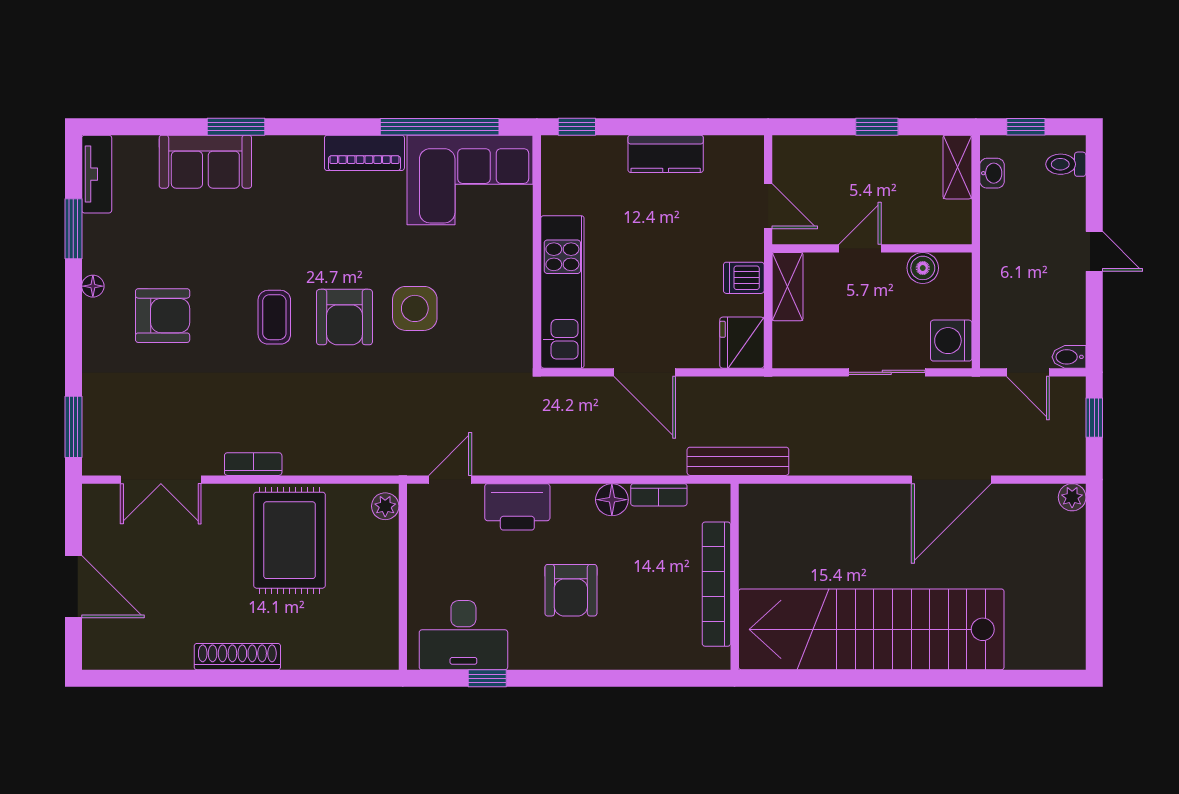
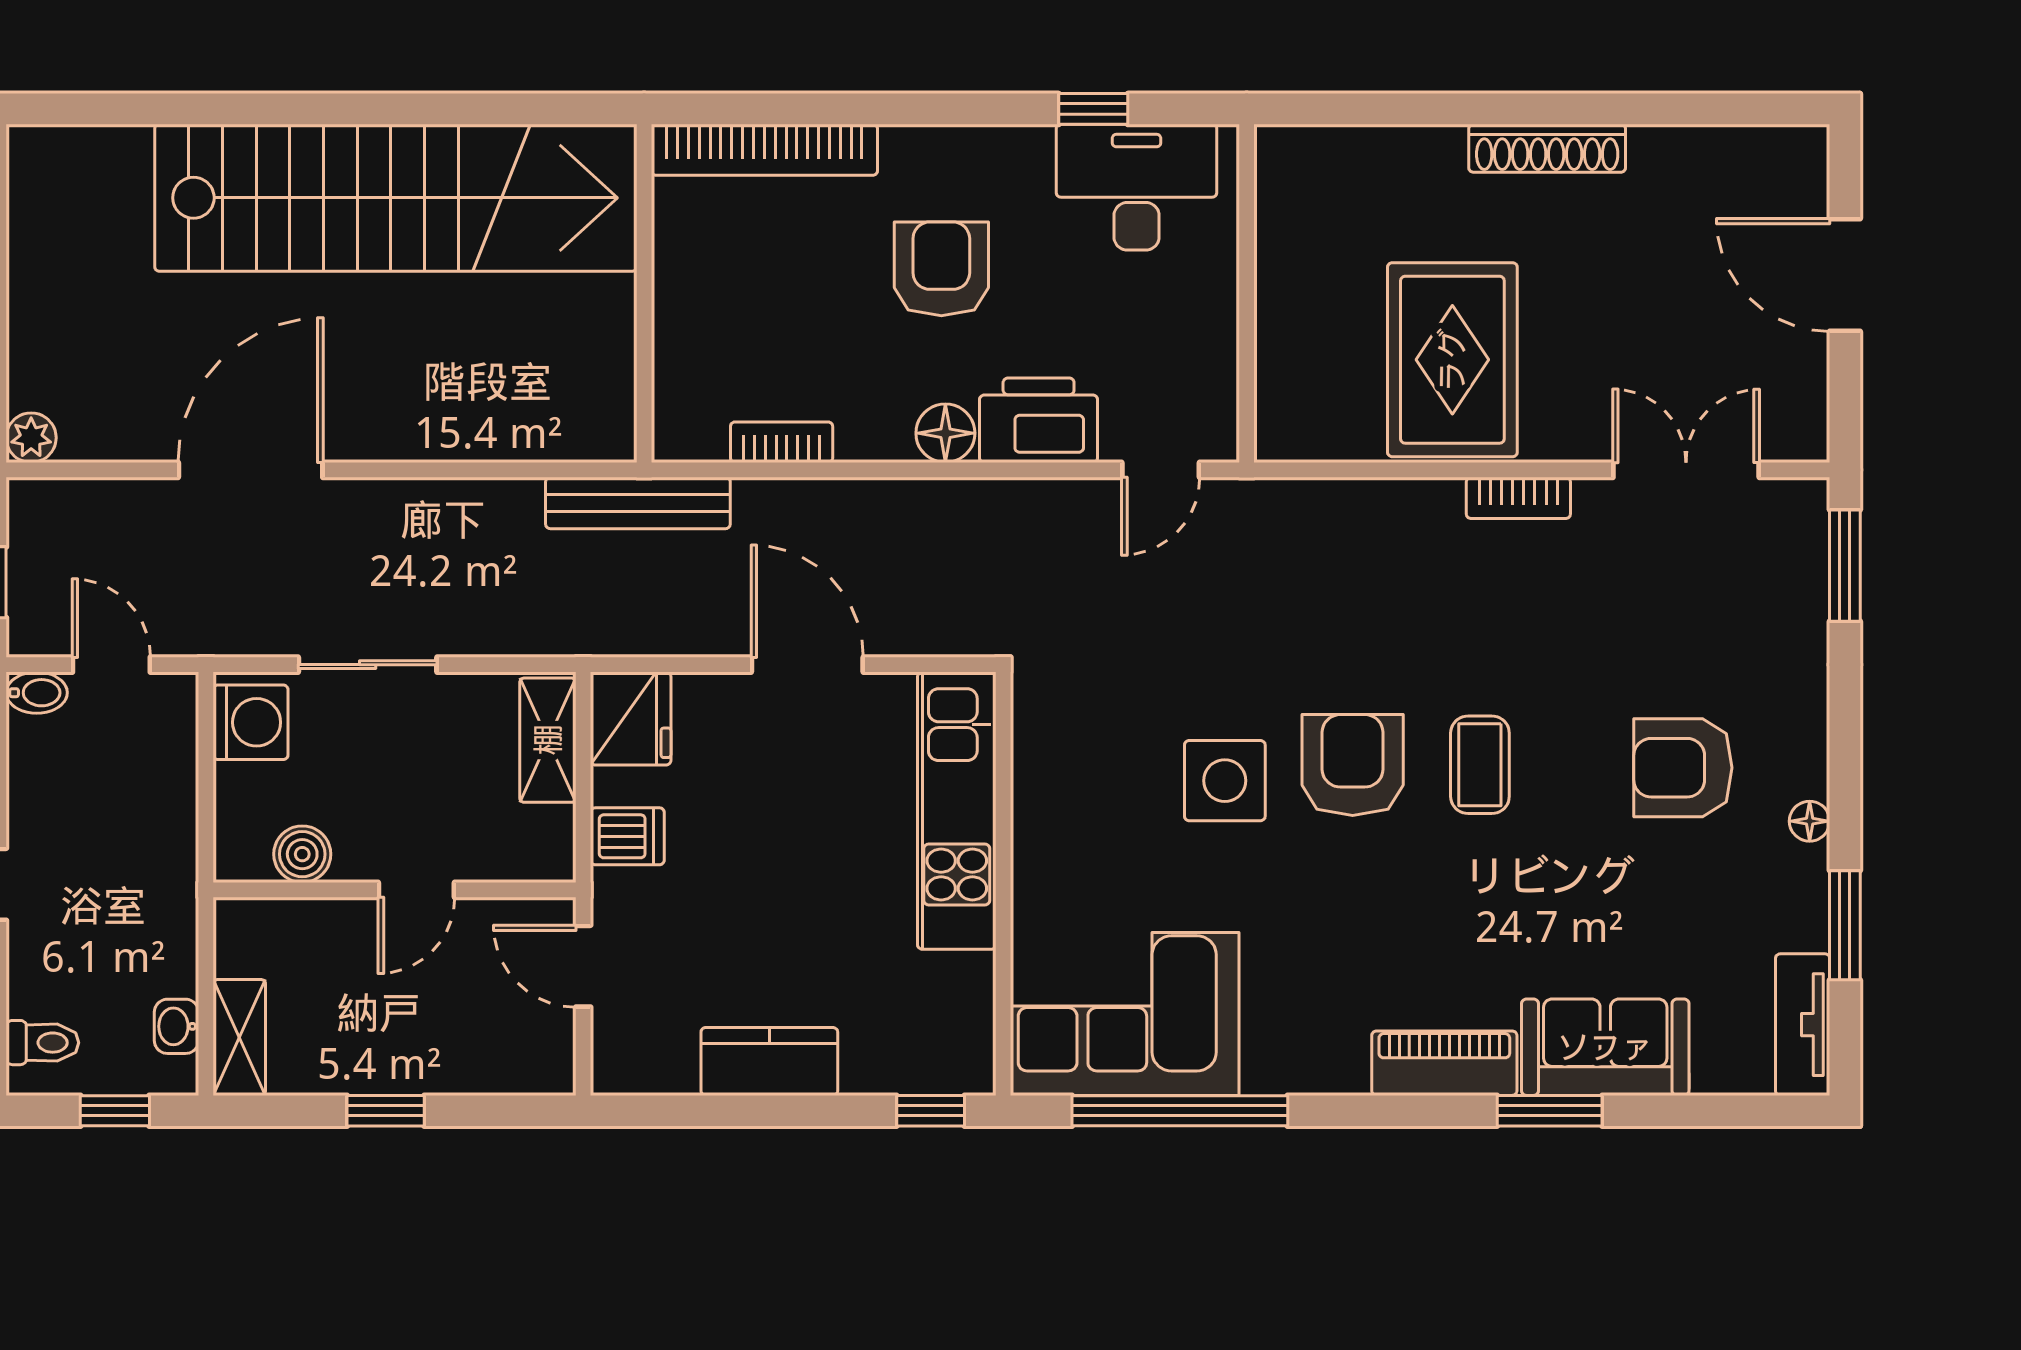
piano: (364, 153) -> (1444, 1063), moved
shelving: (788, 287) -> (548, 740), moved
floor lamp: (612, 500) -> (945, 433), moved
plant: (385, 506) -> (1279, 421), removed
bookcase: (716, 584) -> (764, 150), moved, turned 90

